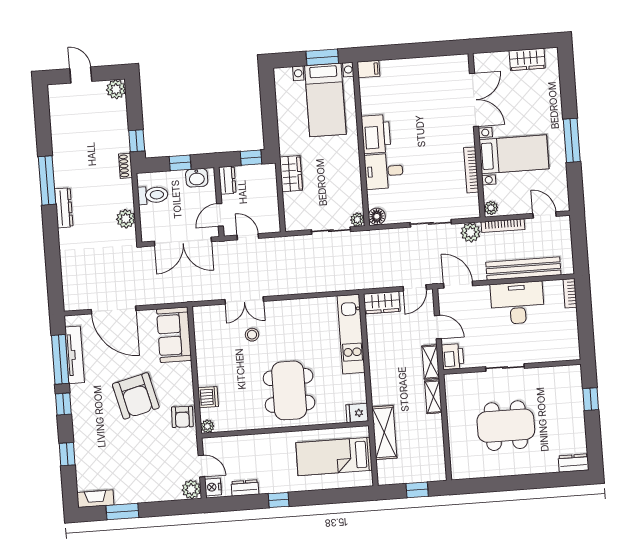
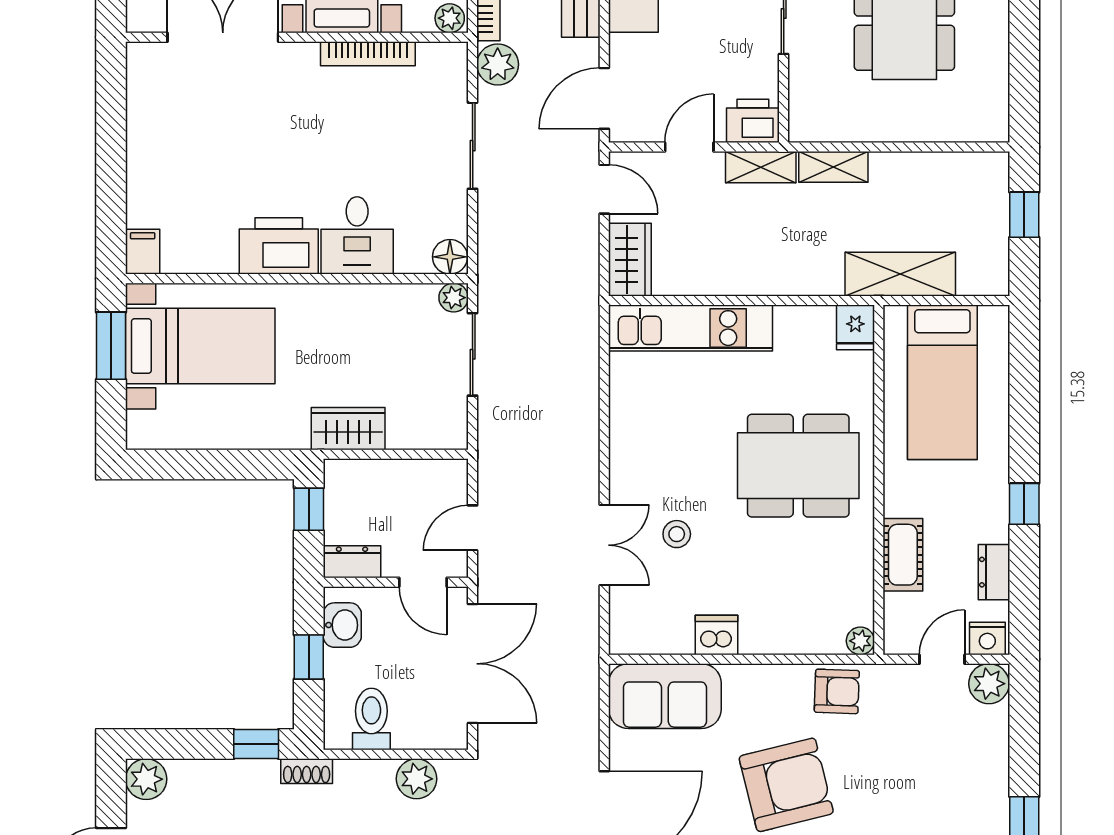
dishwasher: (208, 397) -> (716, 635), moved
cot: (250, 444) -> (903, 555), added

